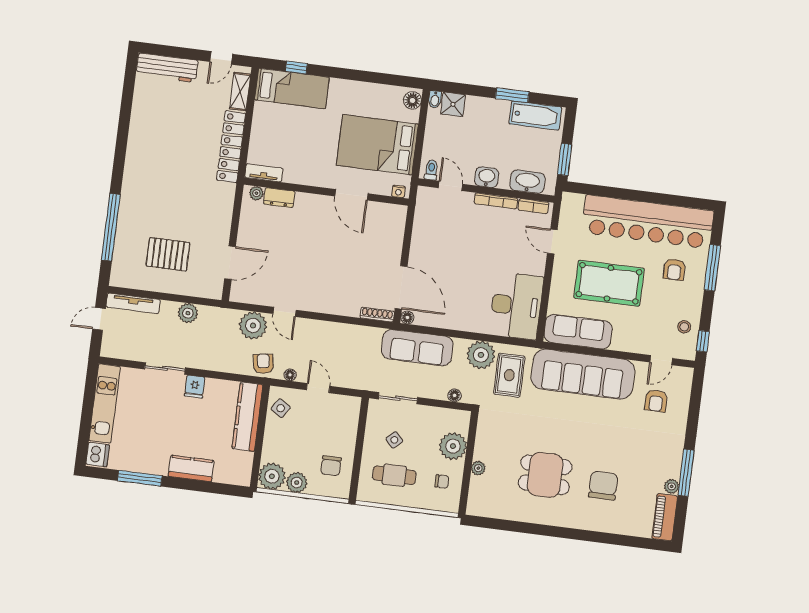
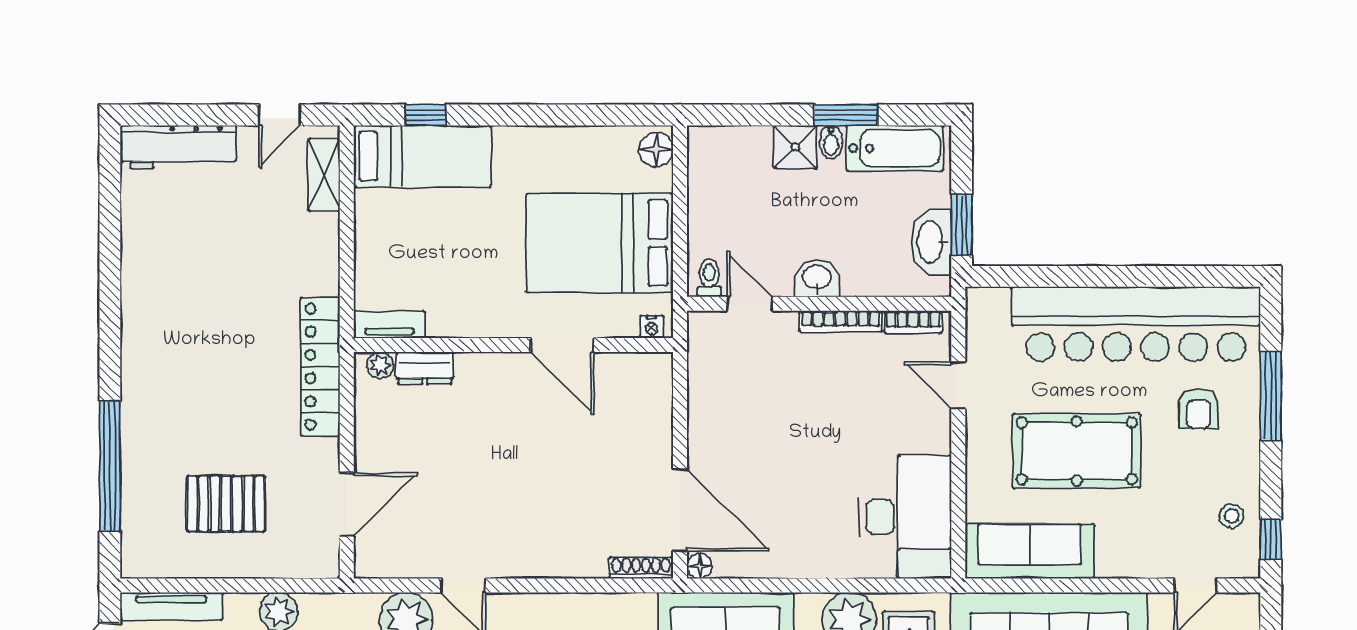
bidet: (435, 99) -> (831, 142), moved
shower: (453, 104) -> (795, 147), moved
locker: (231, 147) -> (320, 367), moved
washbasin: (527, 182) -> (931, 242), moved, turned -90

